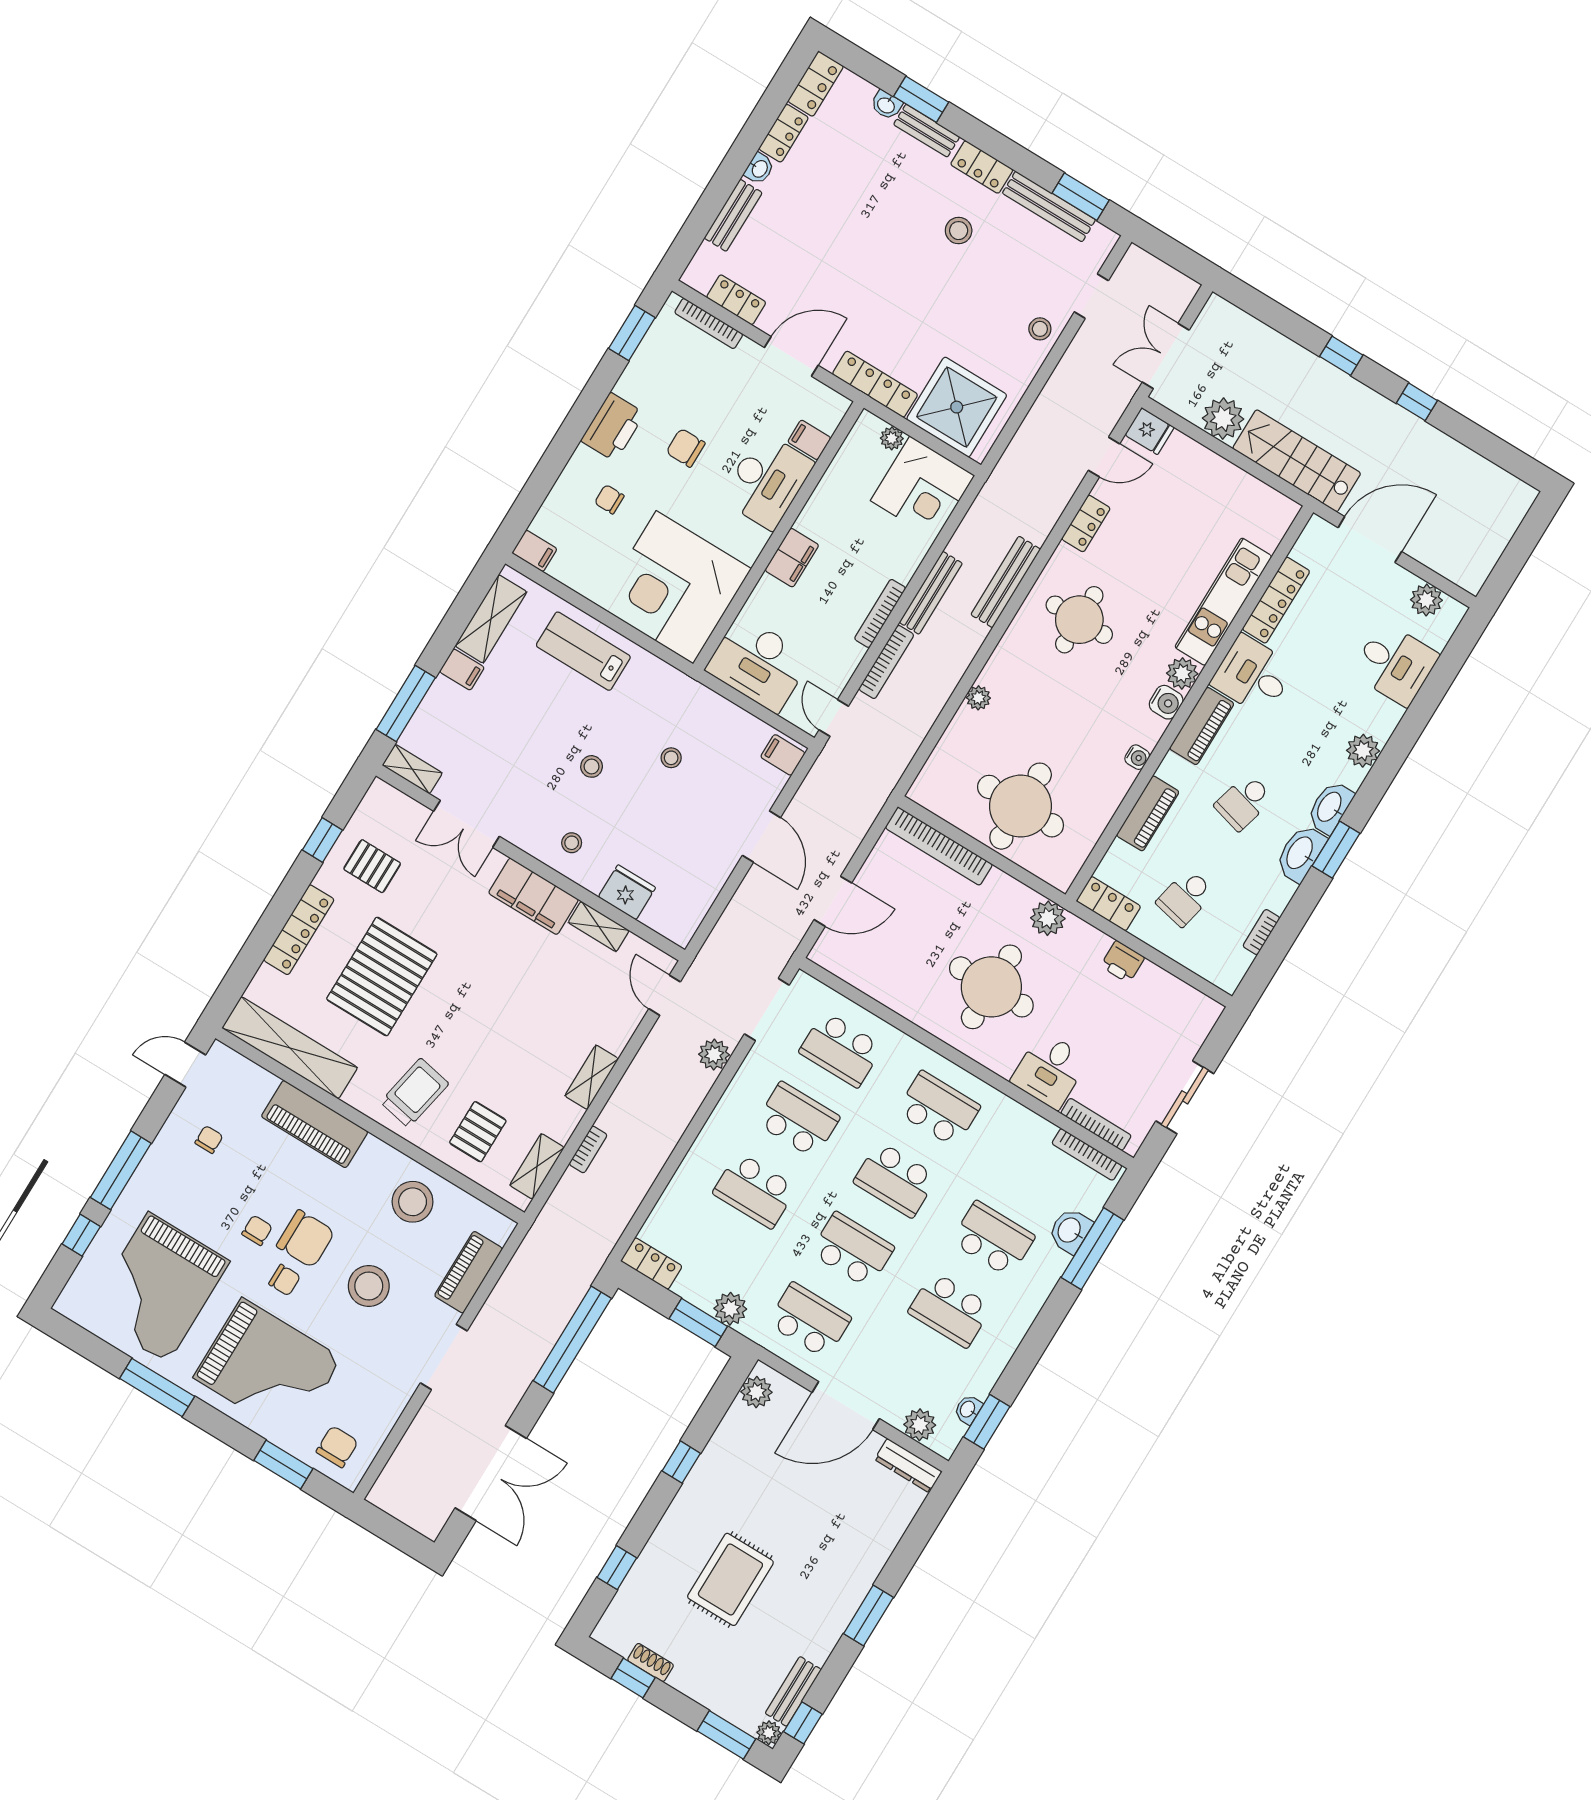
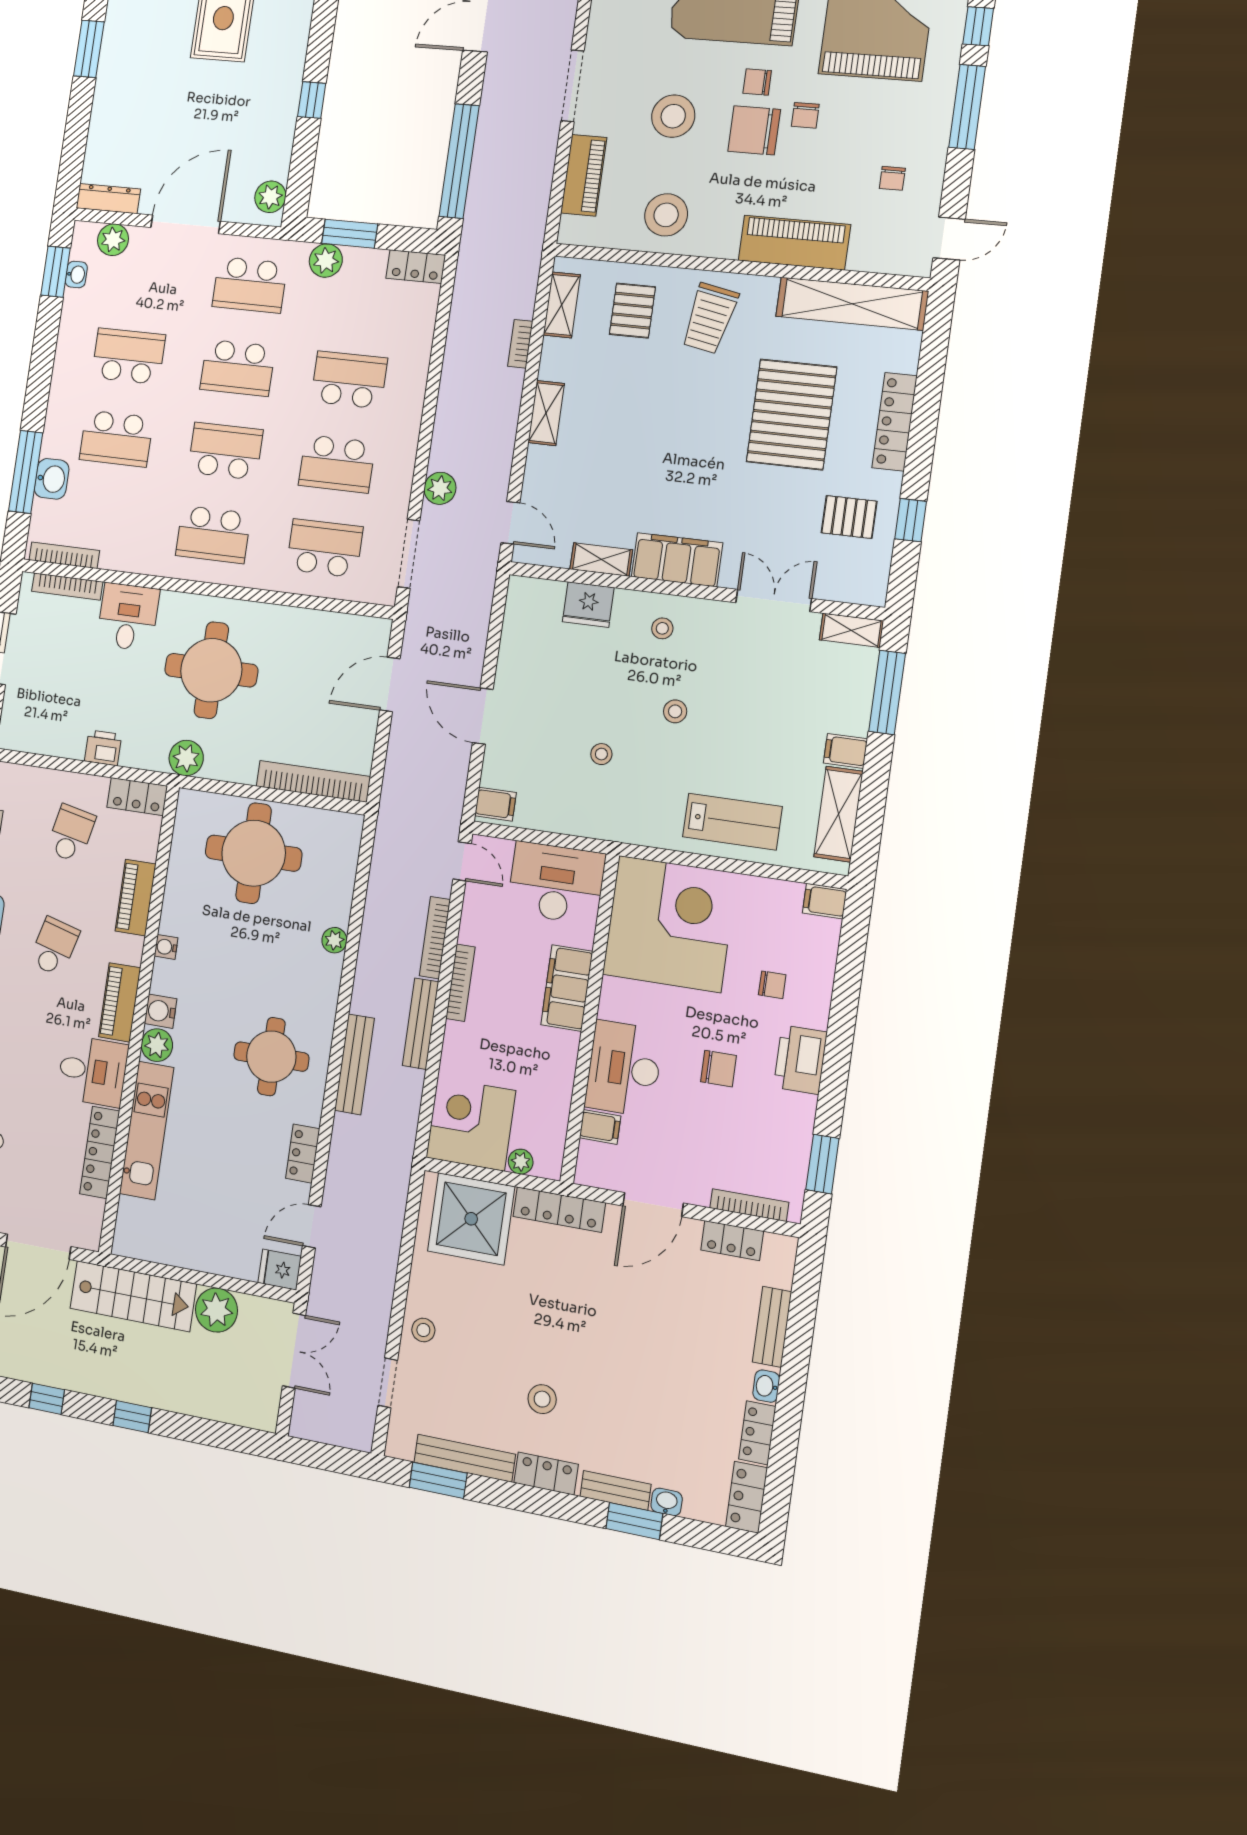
filing cabinet: (792, 558) -> (567, 988), width x1.50, depth x1.17

